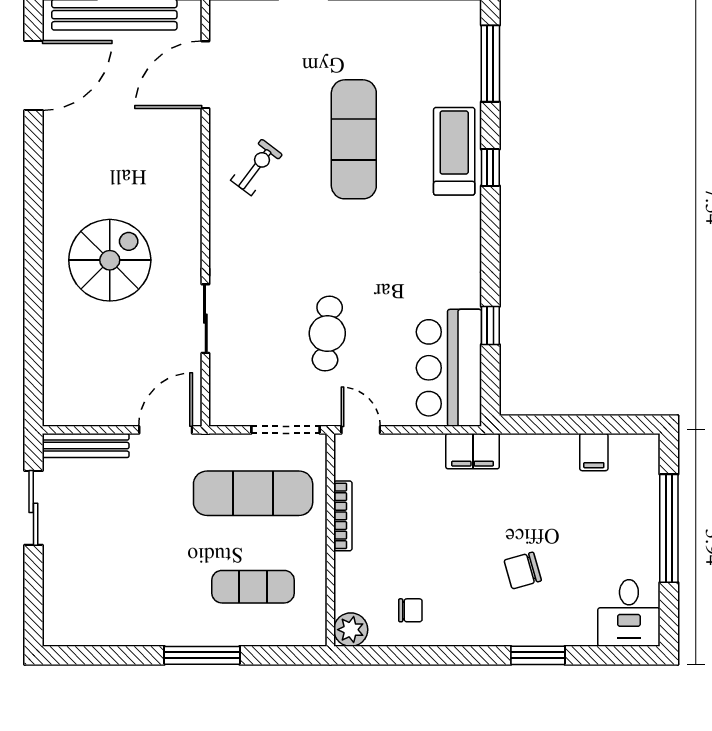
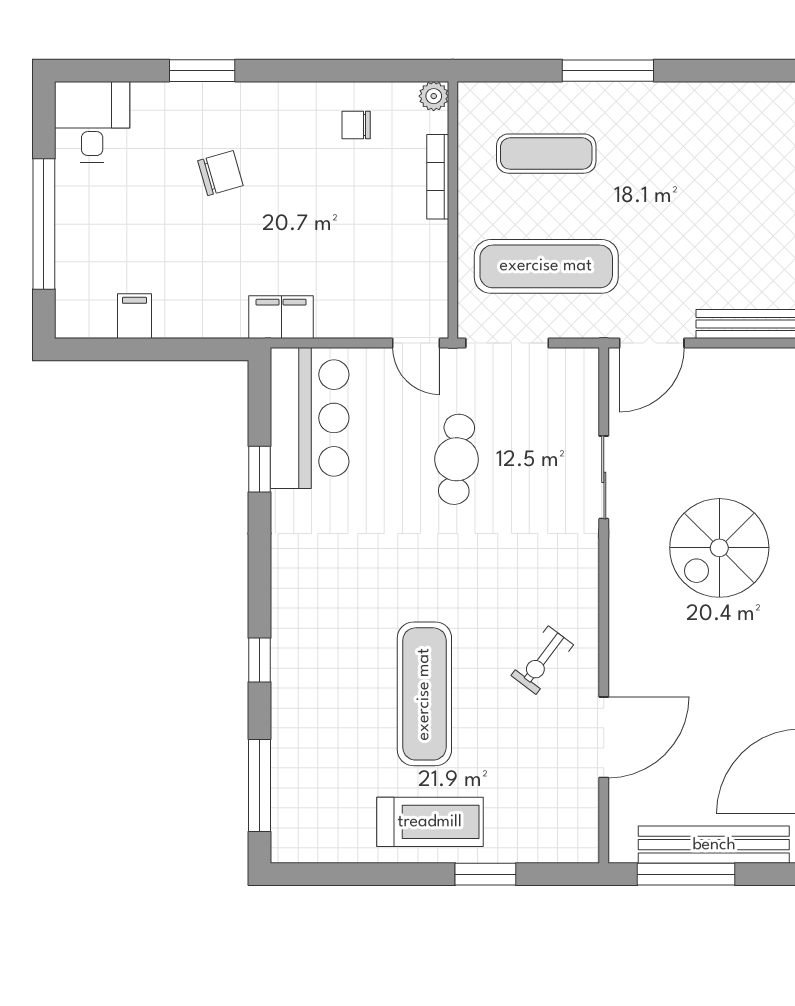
door: (205, 75) -> (604, 737), moved
treadmill: (454, 151) -> (430, 822), moved, turned -90
bookcase: (343, 516) -> (438, 177), moved
plant: (351, 630) -> (434, 96), width x0.73, depth x0.73

